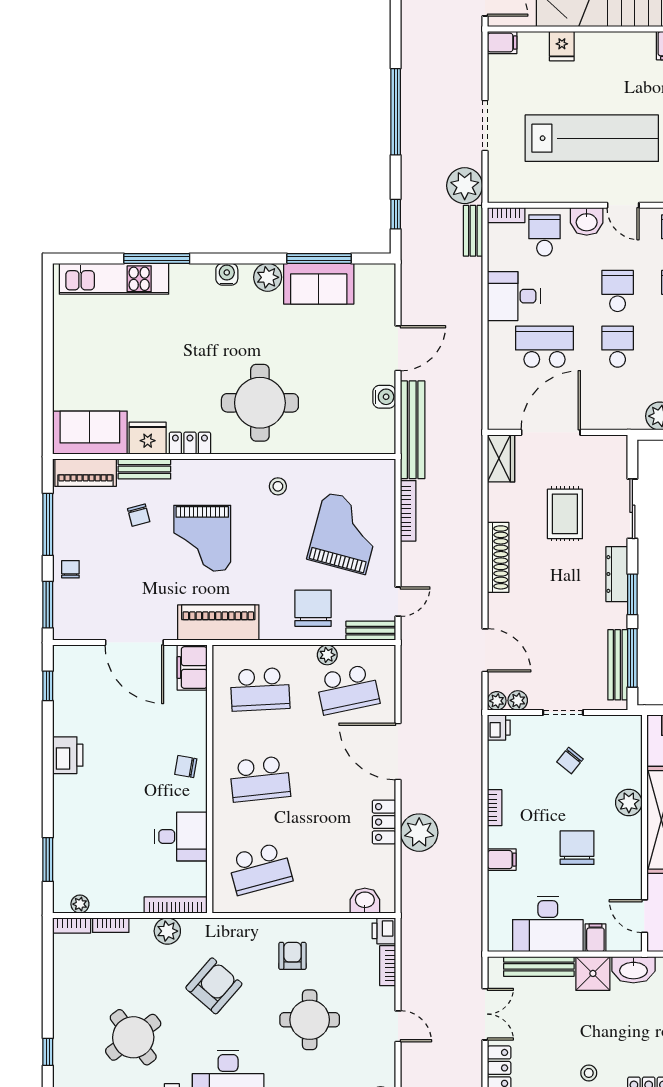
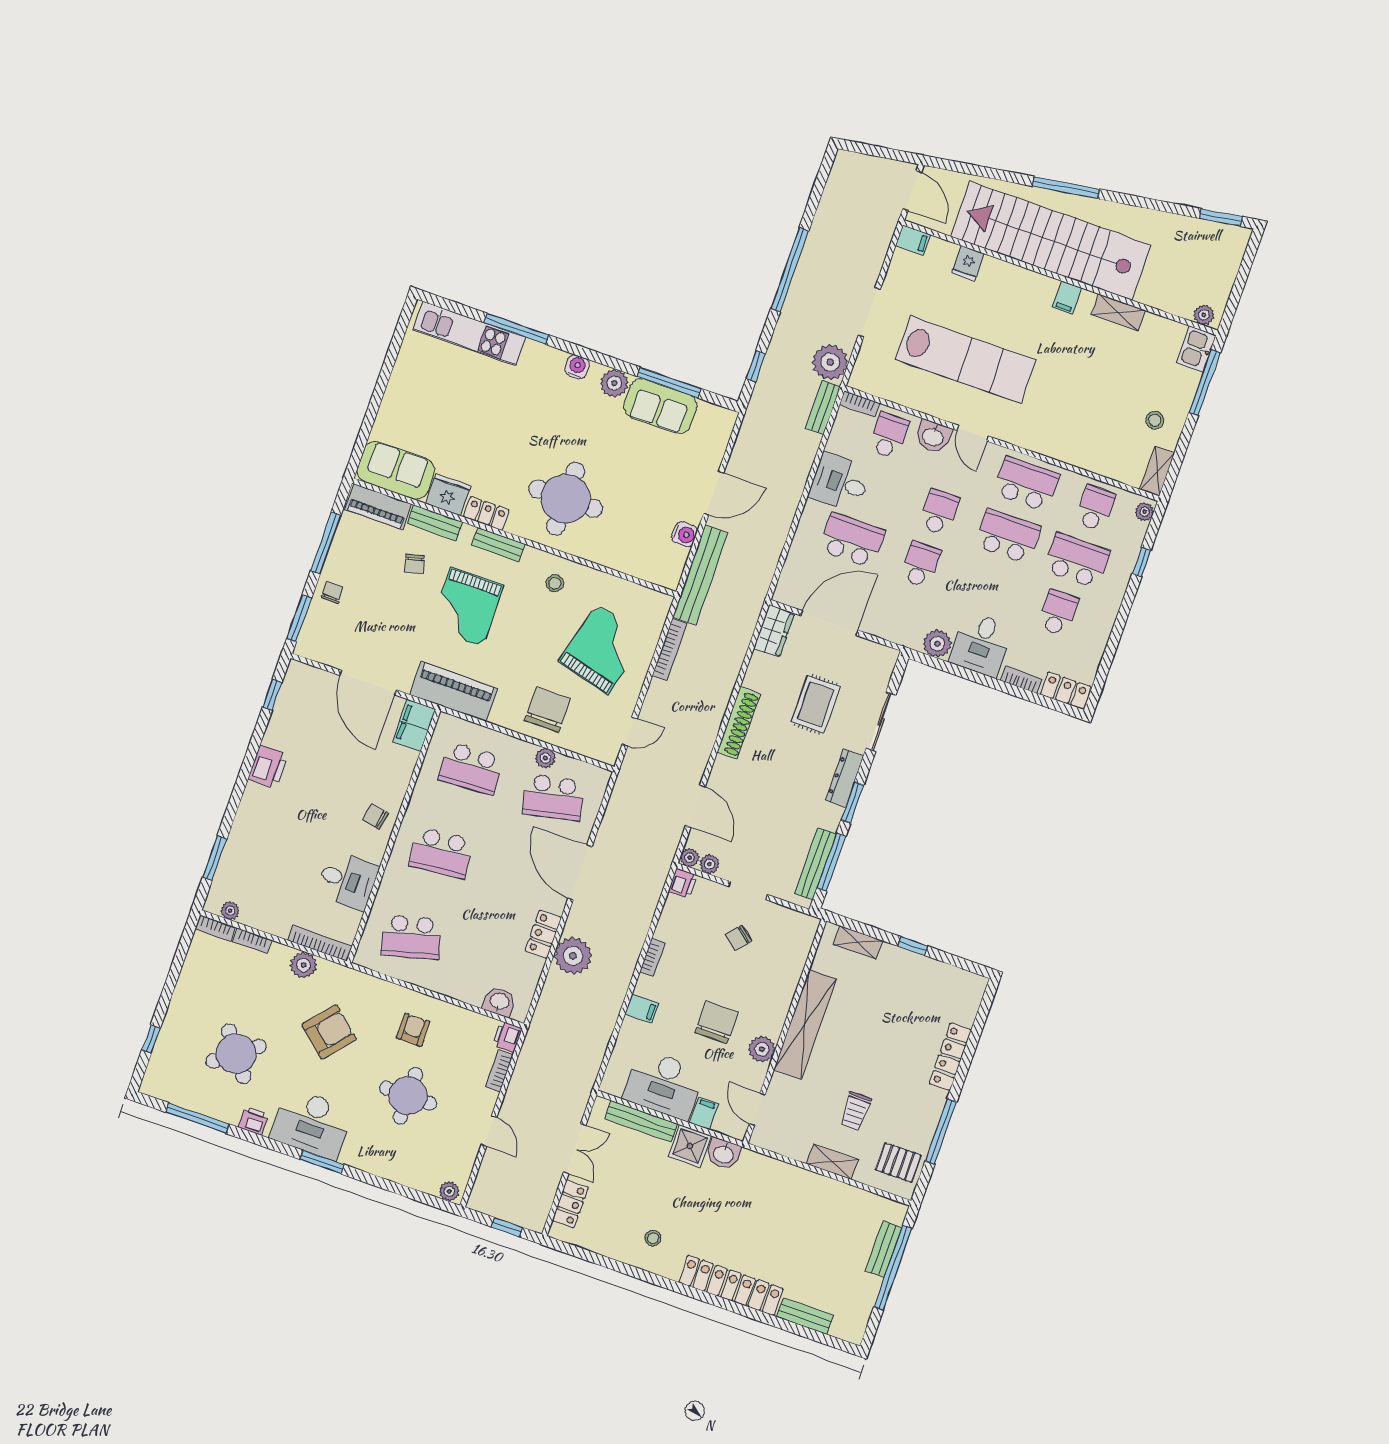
bench: (371, 631) -> (498, 545), moved
plant: (629, 803) -> (762, 1049), moved
washbasin: (633, 970) -> (724, 1154), width x0.72

